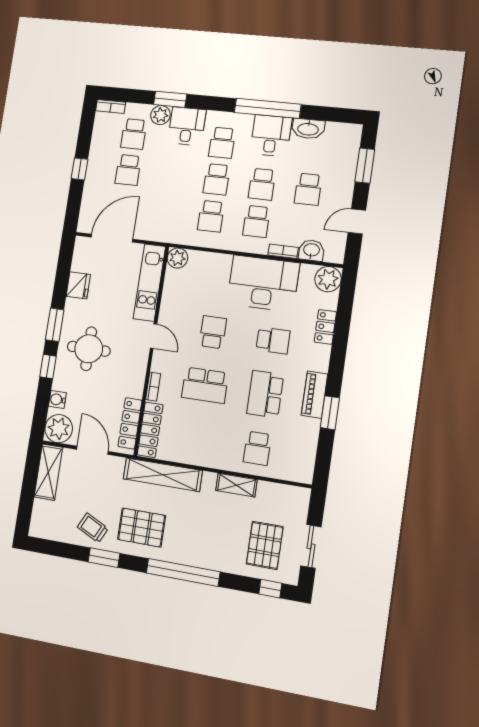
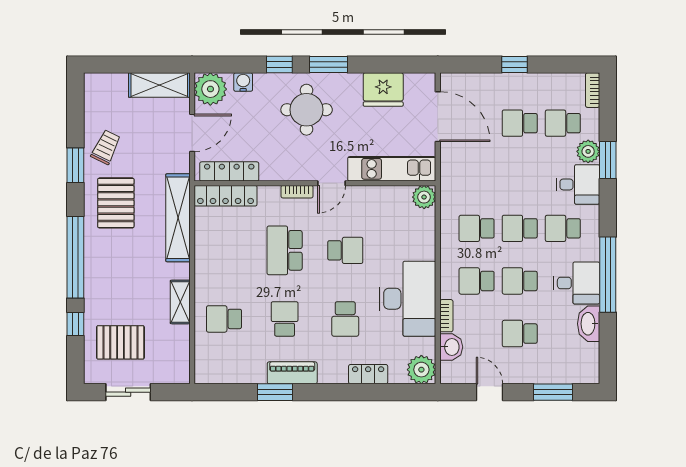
fridge: (78, 285) -> (383, 90), width x1.36, depth x1.34
bookcase: (153, 387) -> (297, 192), moved
school desk: (265, 394) -> (285, 319), width x0.54
window: (270, 589) -> (75, 324), moved

